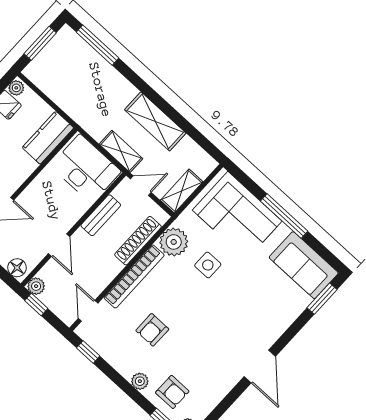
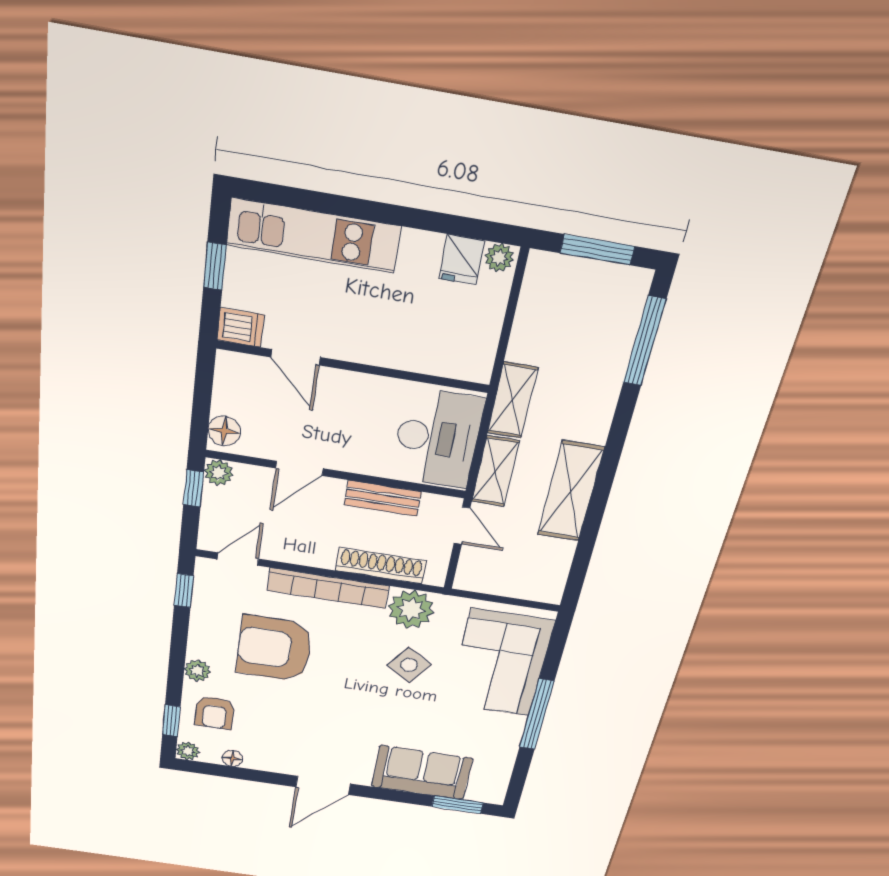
kitchen counter: (48, 138) -> (449, 356), removed
shelving: (182, 191) -> (512, 400), moved, turned 90
side table: (208, 265) -> (409, 665), turned 34
sofa: (304, 265) -> (422, 773), moved, turned 90
armchair: (152, 330) -> (274, 649), width x1.88, depth x1.88
floor lamp: (209, 405) -> (232, 758), added

